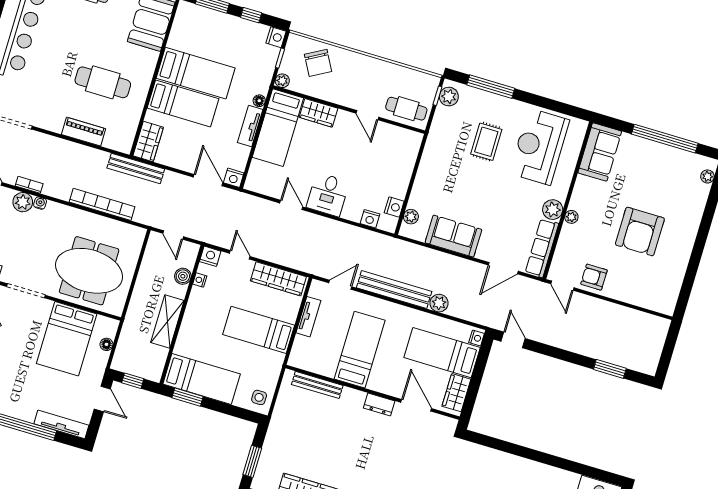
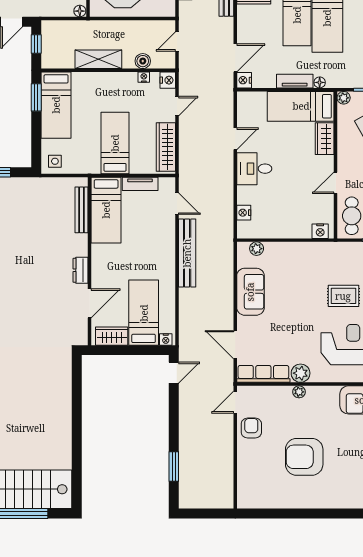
nightstand: (394, 207) -> (320, 231), moved
plant: (439, 303) -> (187, 297), removed
floor lamp: (106, 344) -> (80, 11), moved
bed: (360, 350) -> (106, 210), moved, turned 90

